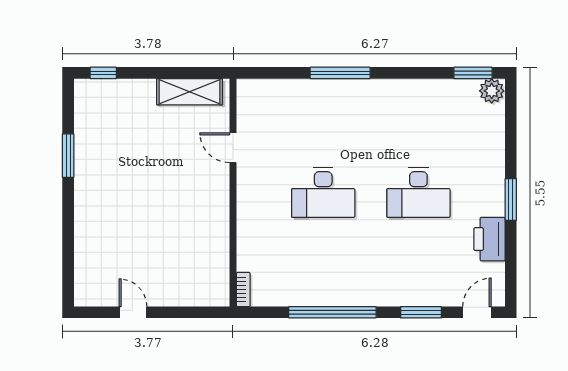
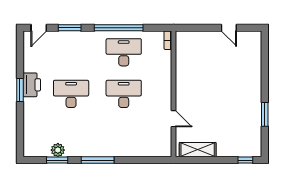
window: (340, 73) -> (98, 160), moved
window: (473, 73) -> (57, 160), moved
plant: (492, 91) -> (58, 150), moved
printer: (490, 239) -> (32, 85), moved
desk: (323, 268) -> (124, 52), added

